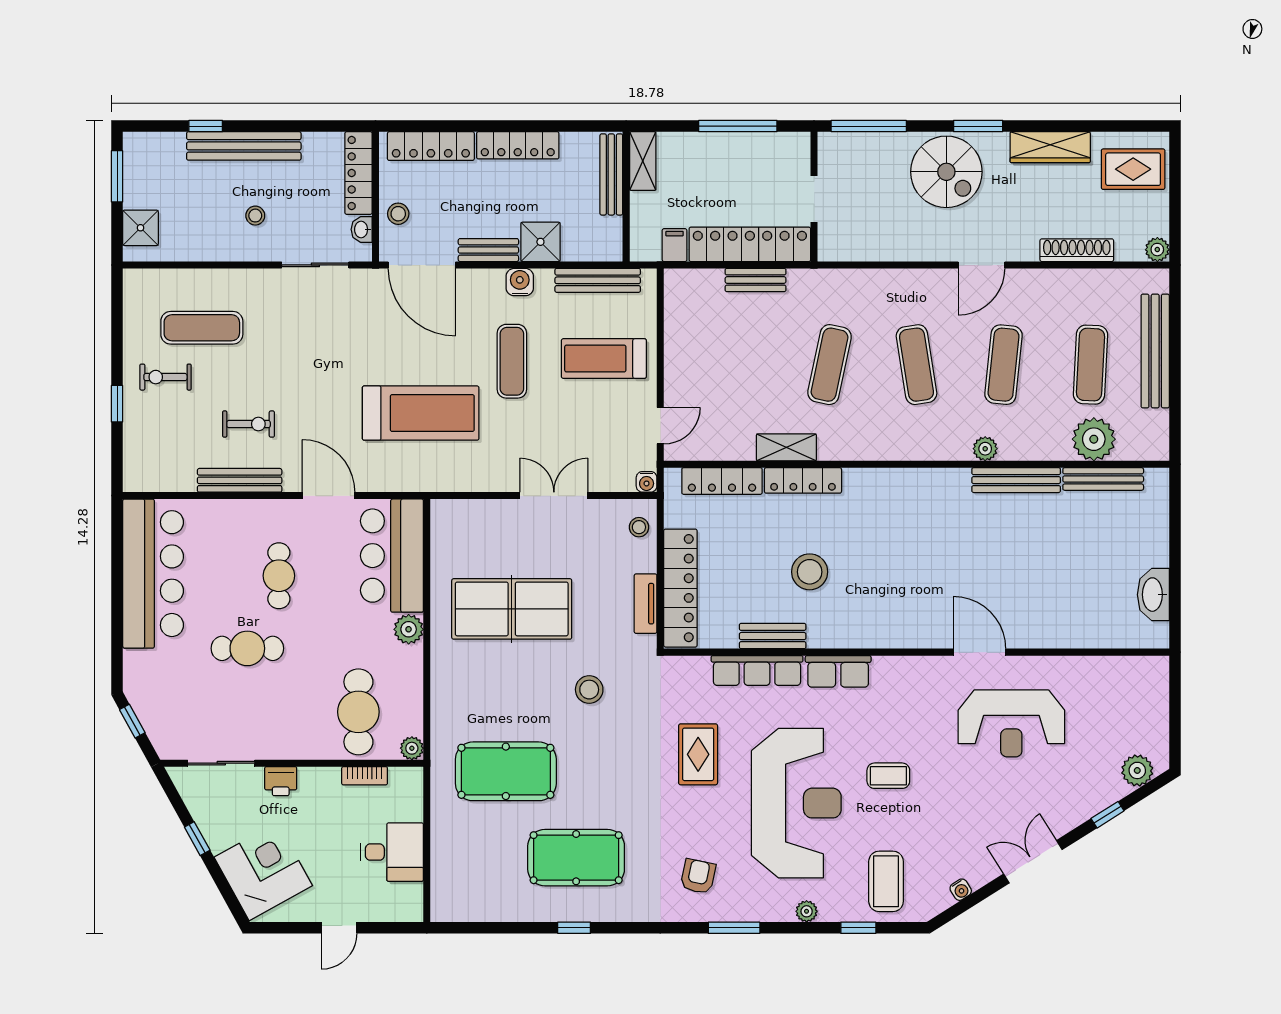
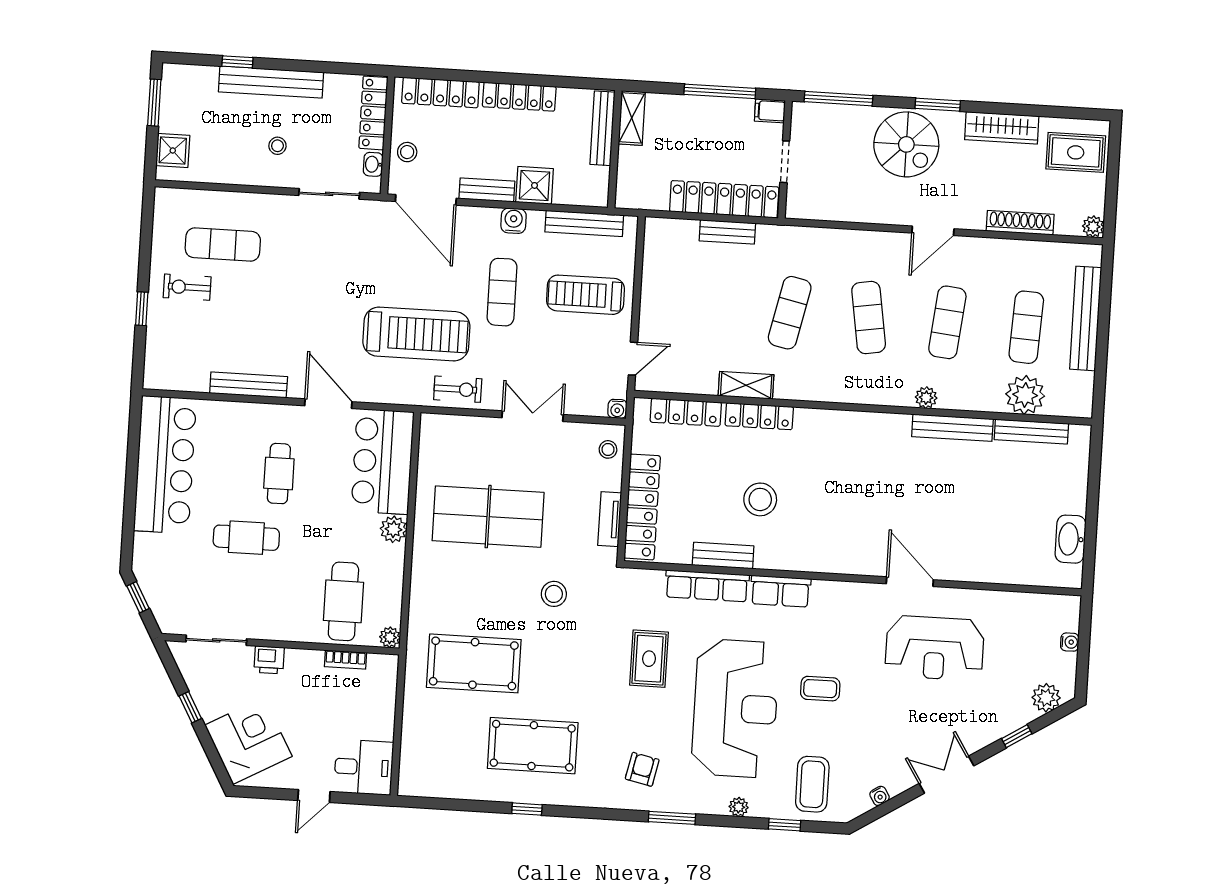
filing cabinet: (675, 245) -> (770, 111), moved, turned -90
exercise bike: (249, 424) -> (458, 389), moved
water cooler: (1159, 708) -> (1070, 642), added
desk: (392, 852) -> (364, 767), moved

